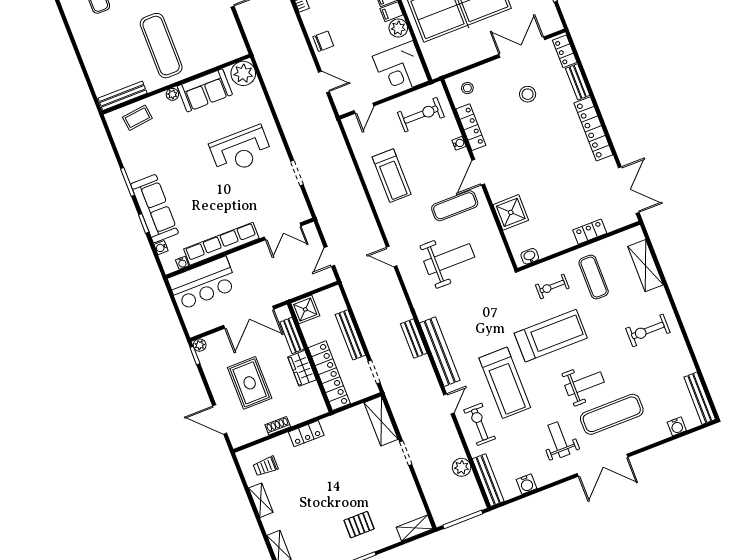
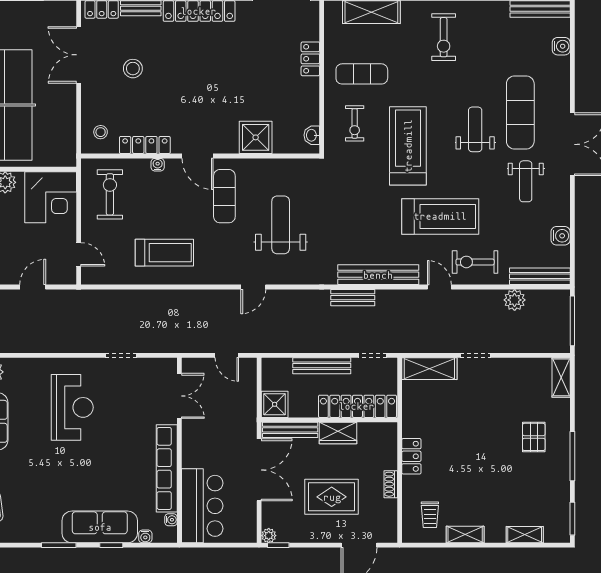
bench: (292, 335) -> (290, 430), width x1.36
weight bench: (559, 440) -> (526, 181), turned -90

